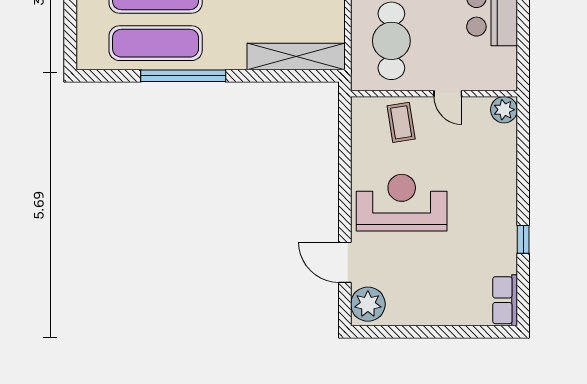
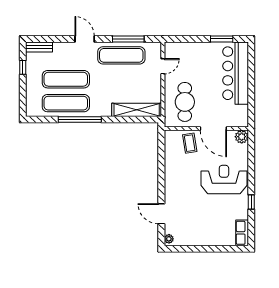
door: (448, 94) -> (213, 129), width x1.87
reception desk: (402, 203) -> (224, 180), moved
plant: (368, 304) -> (169, 239), width x0.53, depth x0.53

